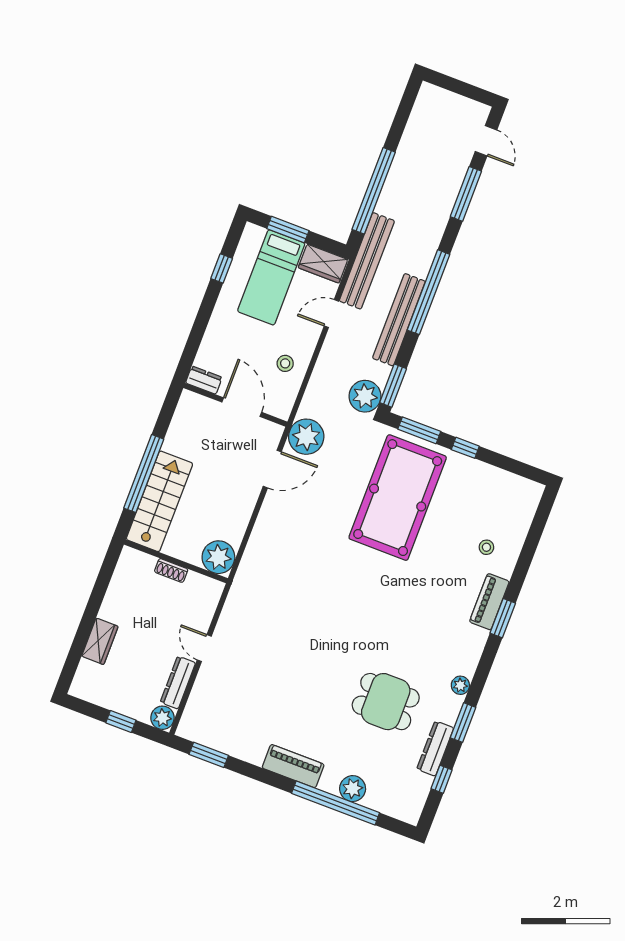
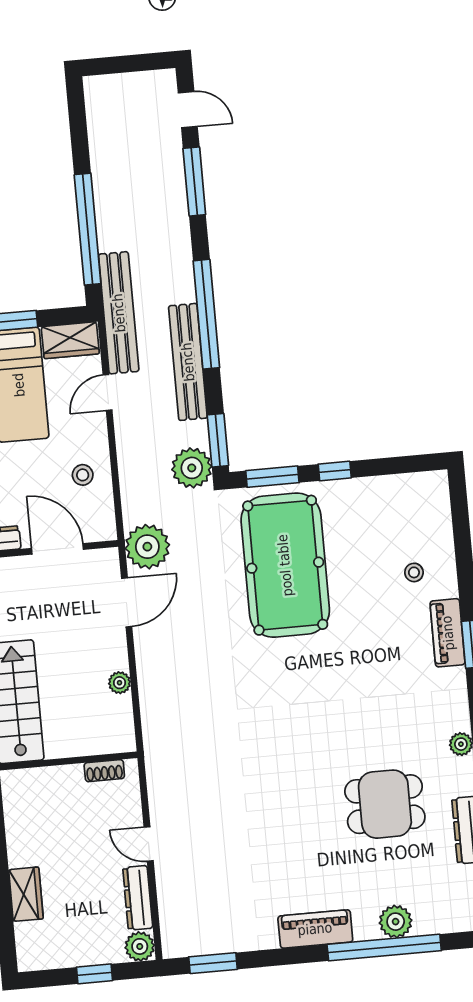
plant: (218, 557) -> (119, 683), moved, width x0.53, depth x0.53
shoe rack: (171, 570) -> (104, 771), moved

